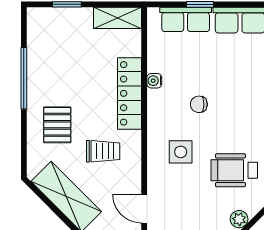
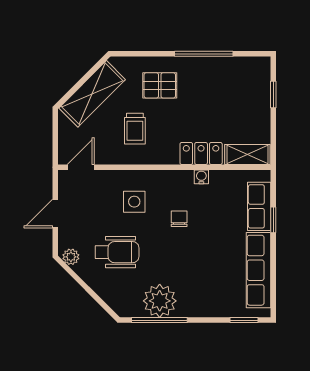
shelving: (118, 18) -> (247, 155), moved, turned 90
locker: (130, 93) -> (201, 153), width x0.66
wheelchair: (234, 170) -> (117, 252), turned 90

